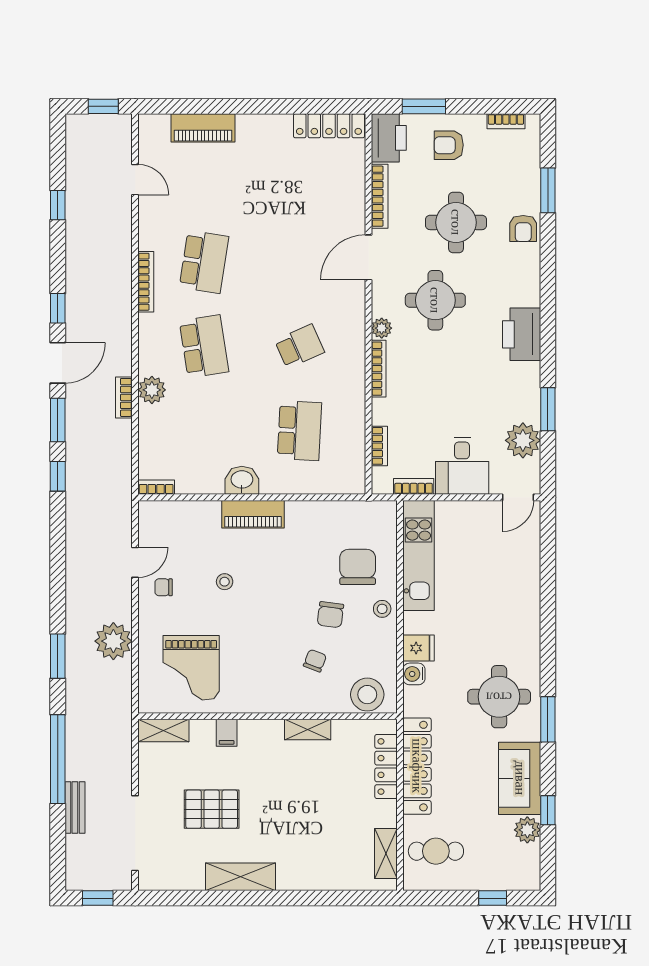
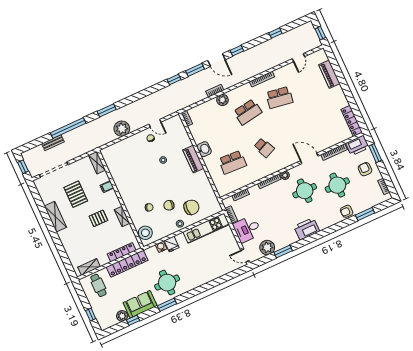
grand piano: (191, 668) -> (125, 162), removed
pallet: (288, 783) -> (98, 218), added

